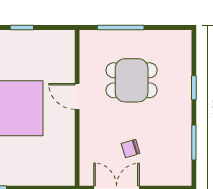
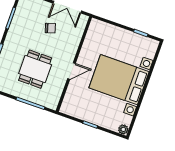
dining table: (132, 80) -> (35, 69), turned 90
door: (77, 96) -> (71, 71), hinge flipped

